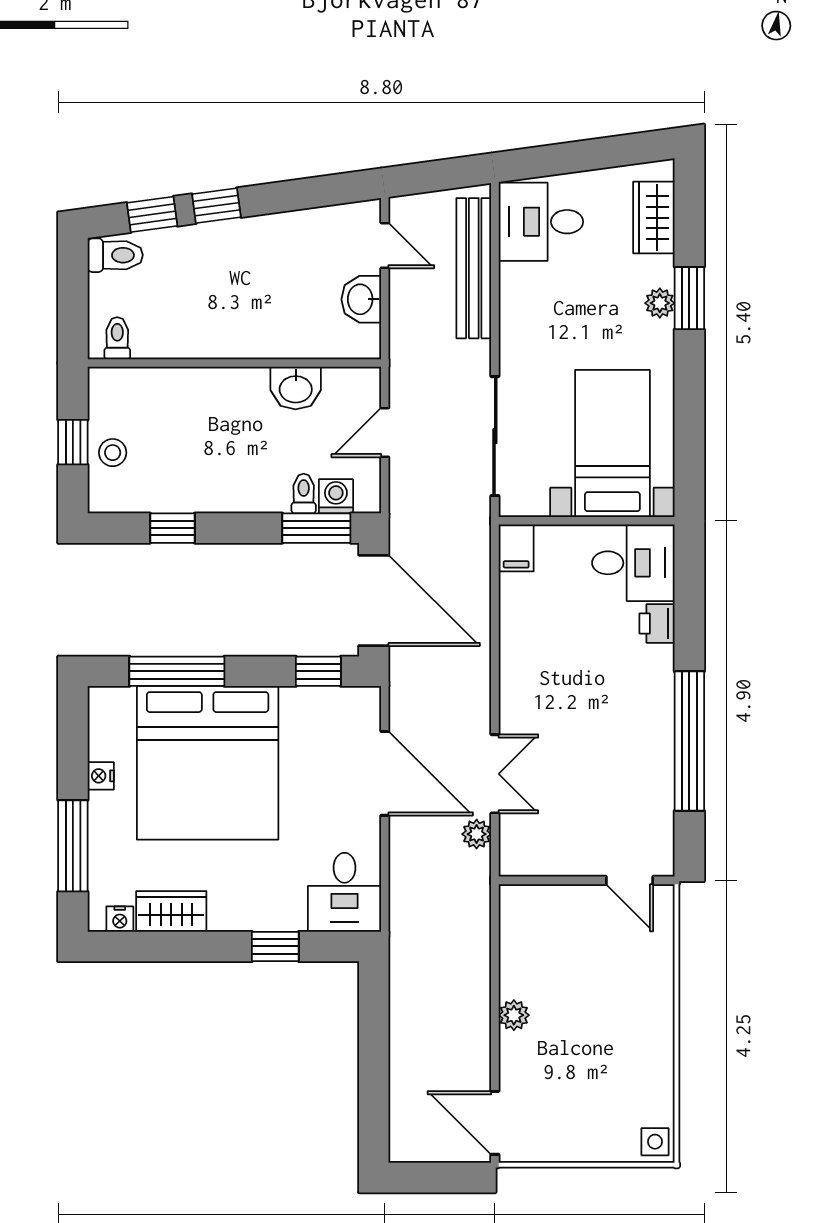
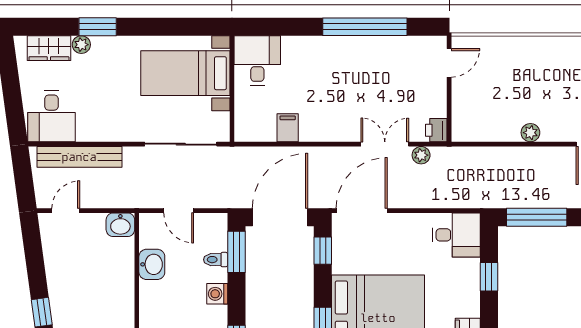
washbasin: (361, 299) -> (120, 225), moved
plant: (660, 303) -> (81, 45), moved
washing machine: (336, 496) -> (217, 294), moved
filing cabinet: (516, 548) -> (288, 128), moved, turned -90
printer: (657, 623) -> (436, 130), moved, turned 90
door: (385, 773) -> (362, 211), moved
window: (374, 1026) -> (537, 217), added

